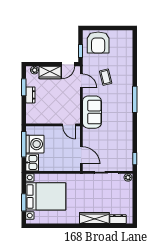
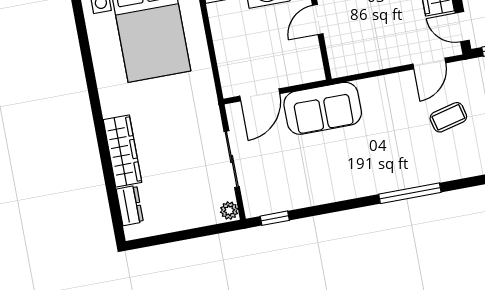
sofa: (92, 112) -> (323, 108), moved
door: (69, 125) -> (318, 19), moved

